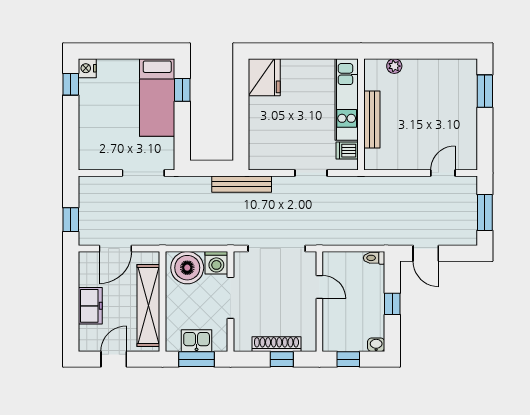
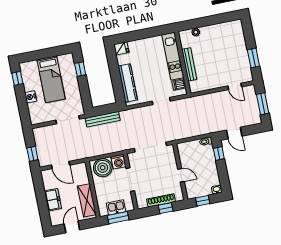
nightstand: (87, 68) -> (31, 97), moved
fridge: (264, 77) -> (121, 48), width x0.53, depth x0.75
window: (485, 91) -> (253, 58), moved
bed: (157, 98) -> (51, 79), moved
kitchen counter: (259, 130) -> (128, 83), added
door: (443, 173) -> (235, 86), swing flipped
bench: (242, 184) -> (103, 119), moved
door: (115, 249) -> (61, 165), hinge flipped
door: (319, 287) -> (181, 175), moved
window: (392, 304) -> (219, 153), moved
shelving: (148, 306) -> (87, 200), width x0.68

